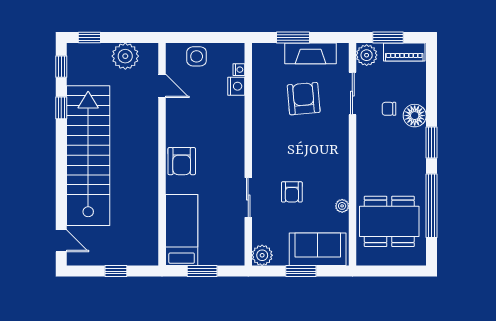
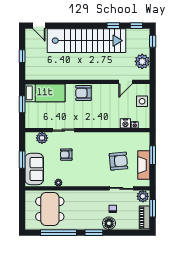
door: (61, 241) -> (39, 26), hinge flipped
plant: (262, 255) -> (42, 138), moved

